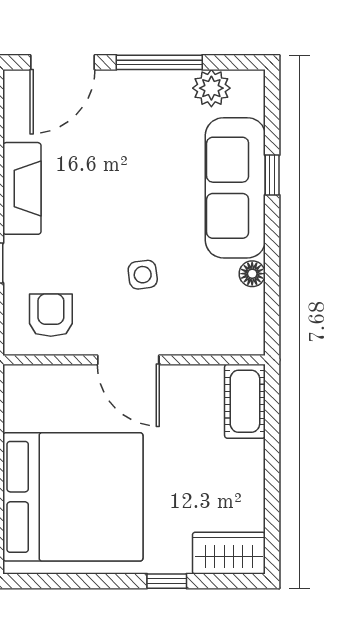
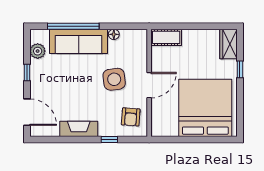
window: (159, 62) -> (27, 72), width x0.46
window: (272, 175) -> (73, 26), width x3.17
side table: (143, 275) -> (114, 79), width x1.87, depth x1.87
armchair: (51, 315) -> (131, 117), turned -86

